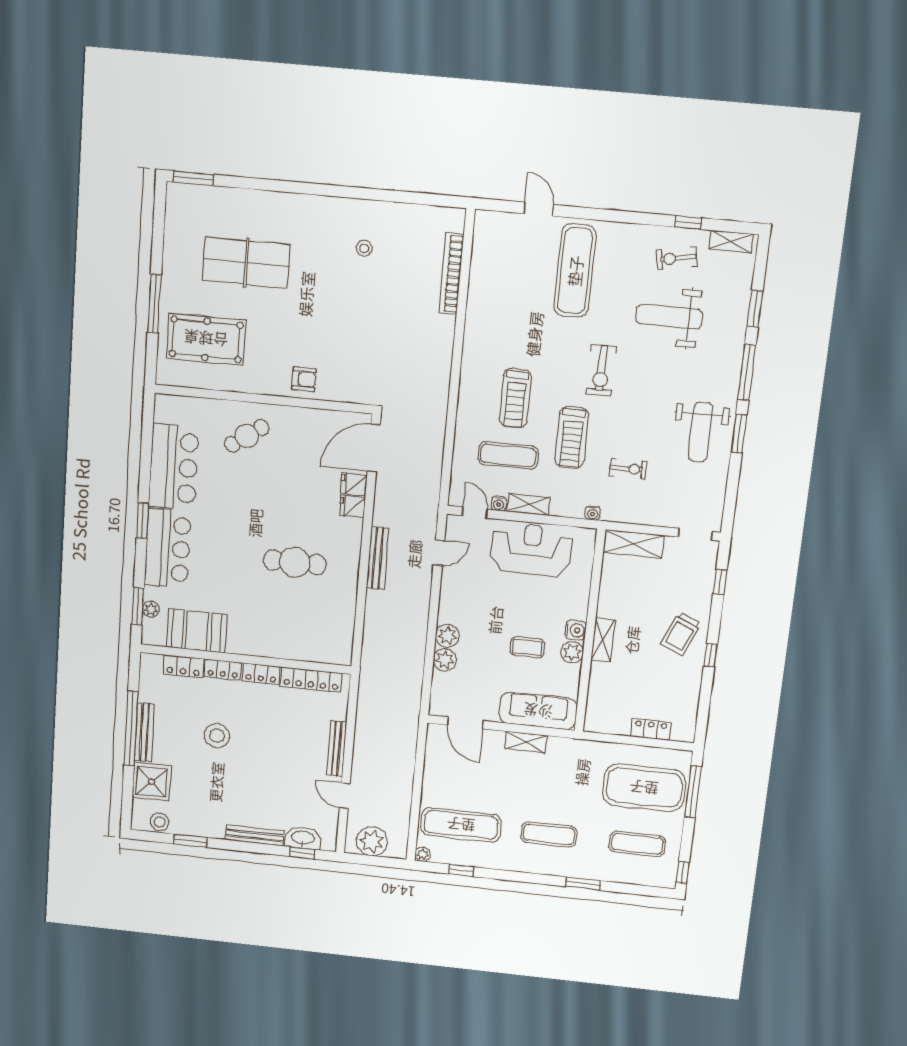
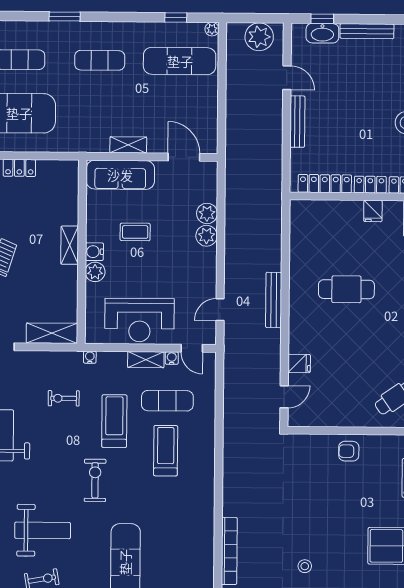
door: (374, 448) -> (284, 397), width x0.53
fridge: (352, 507) -> (373, 211), moved, turned 90
plant: (572, 652) -> (95, 272), moved

